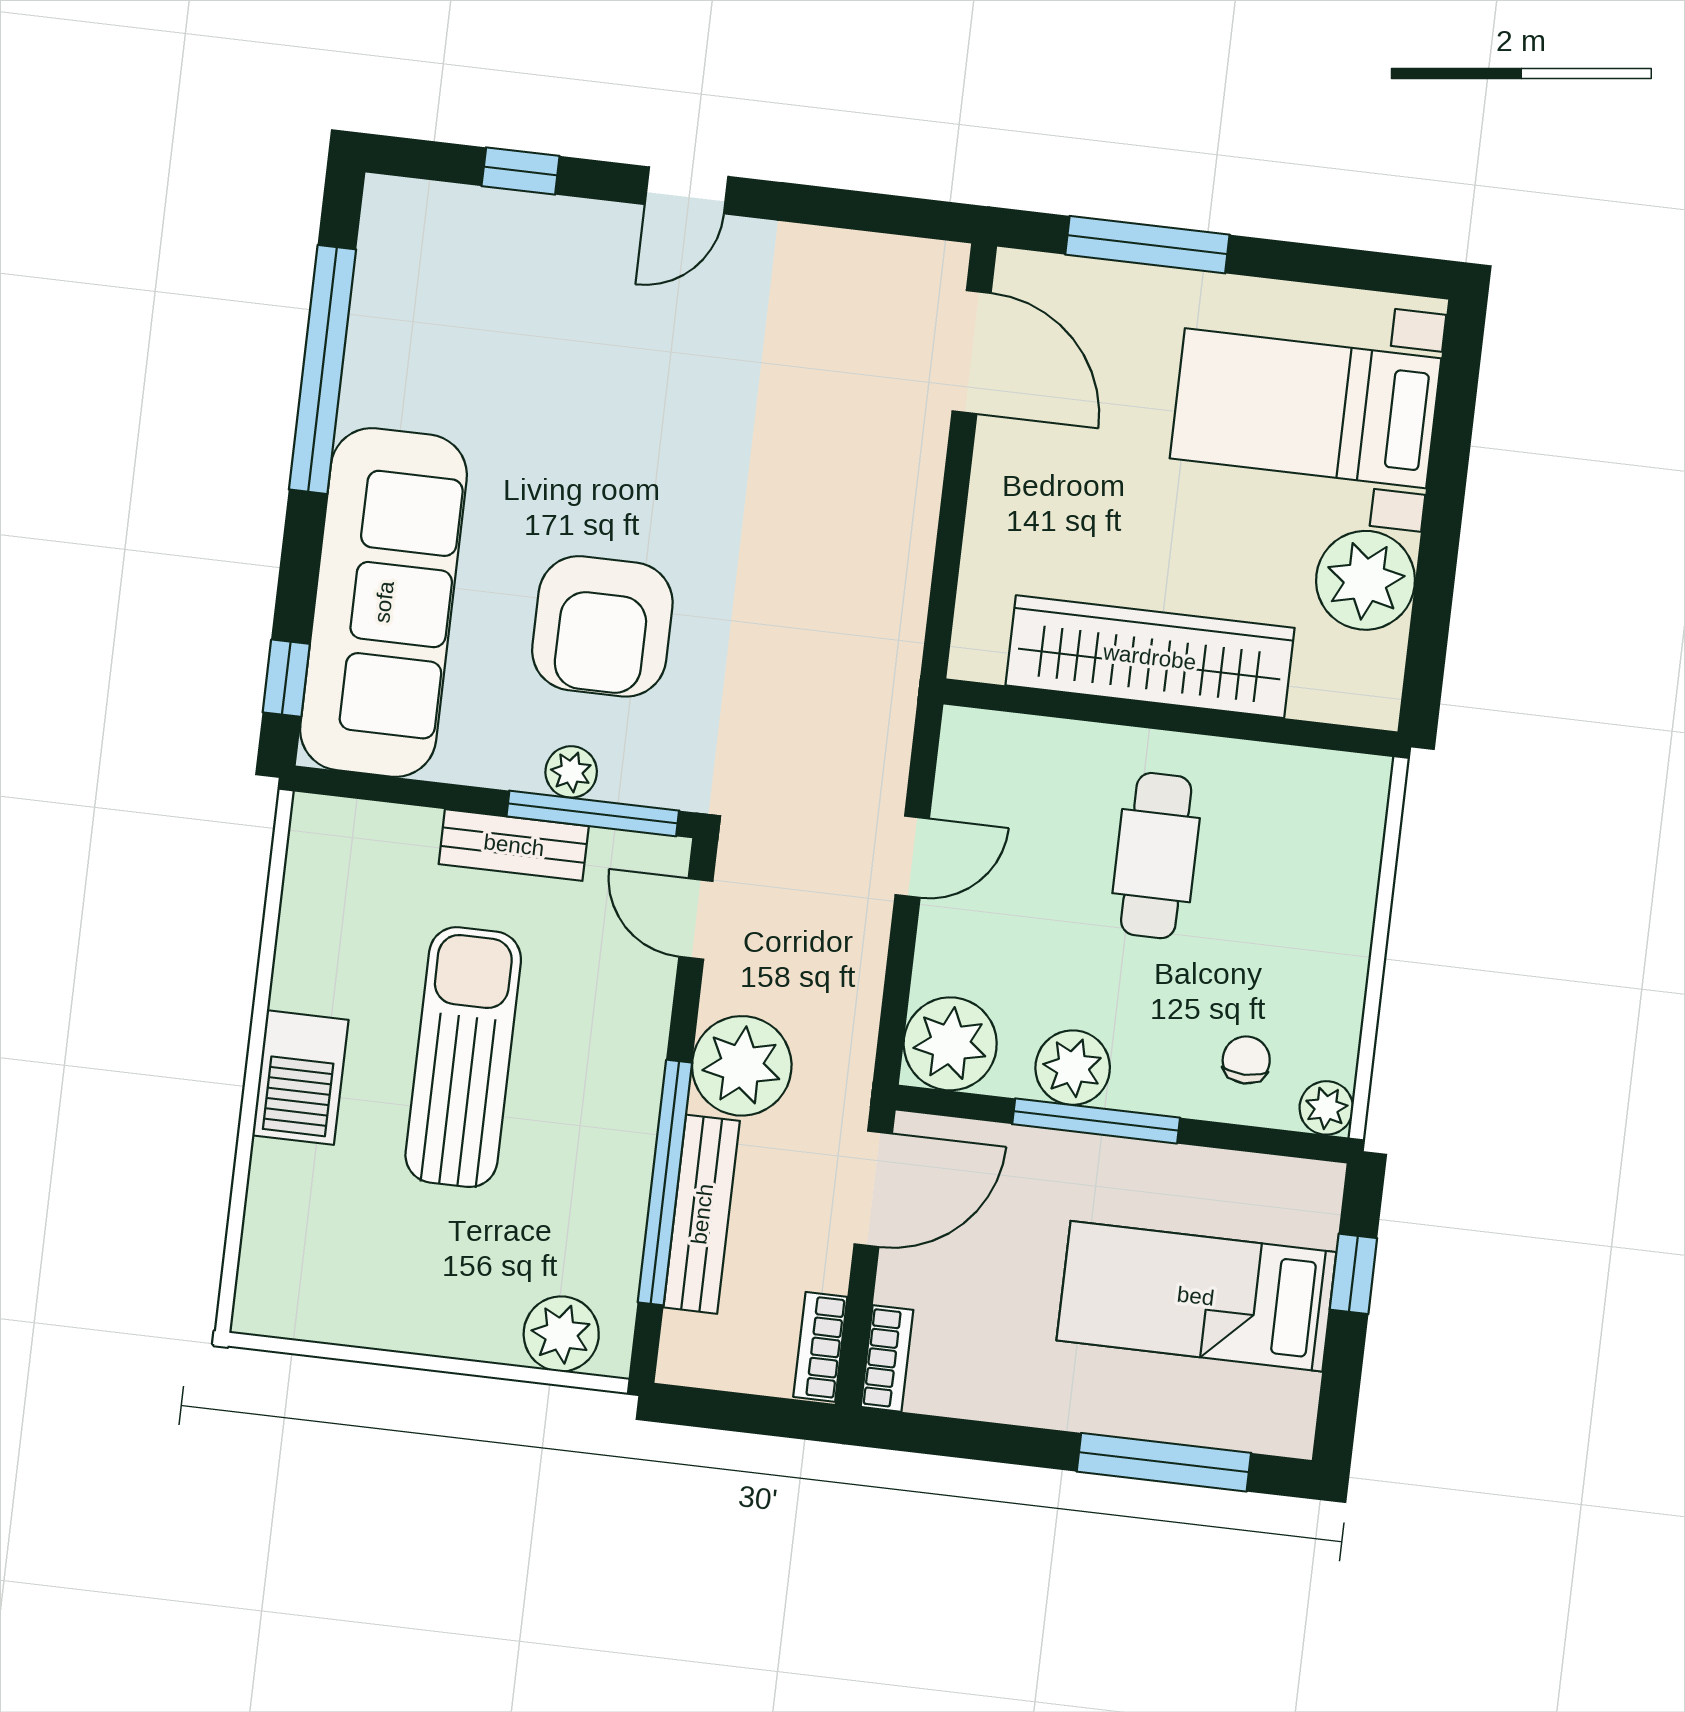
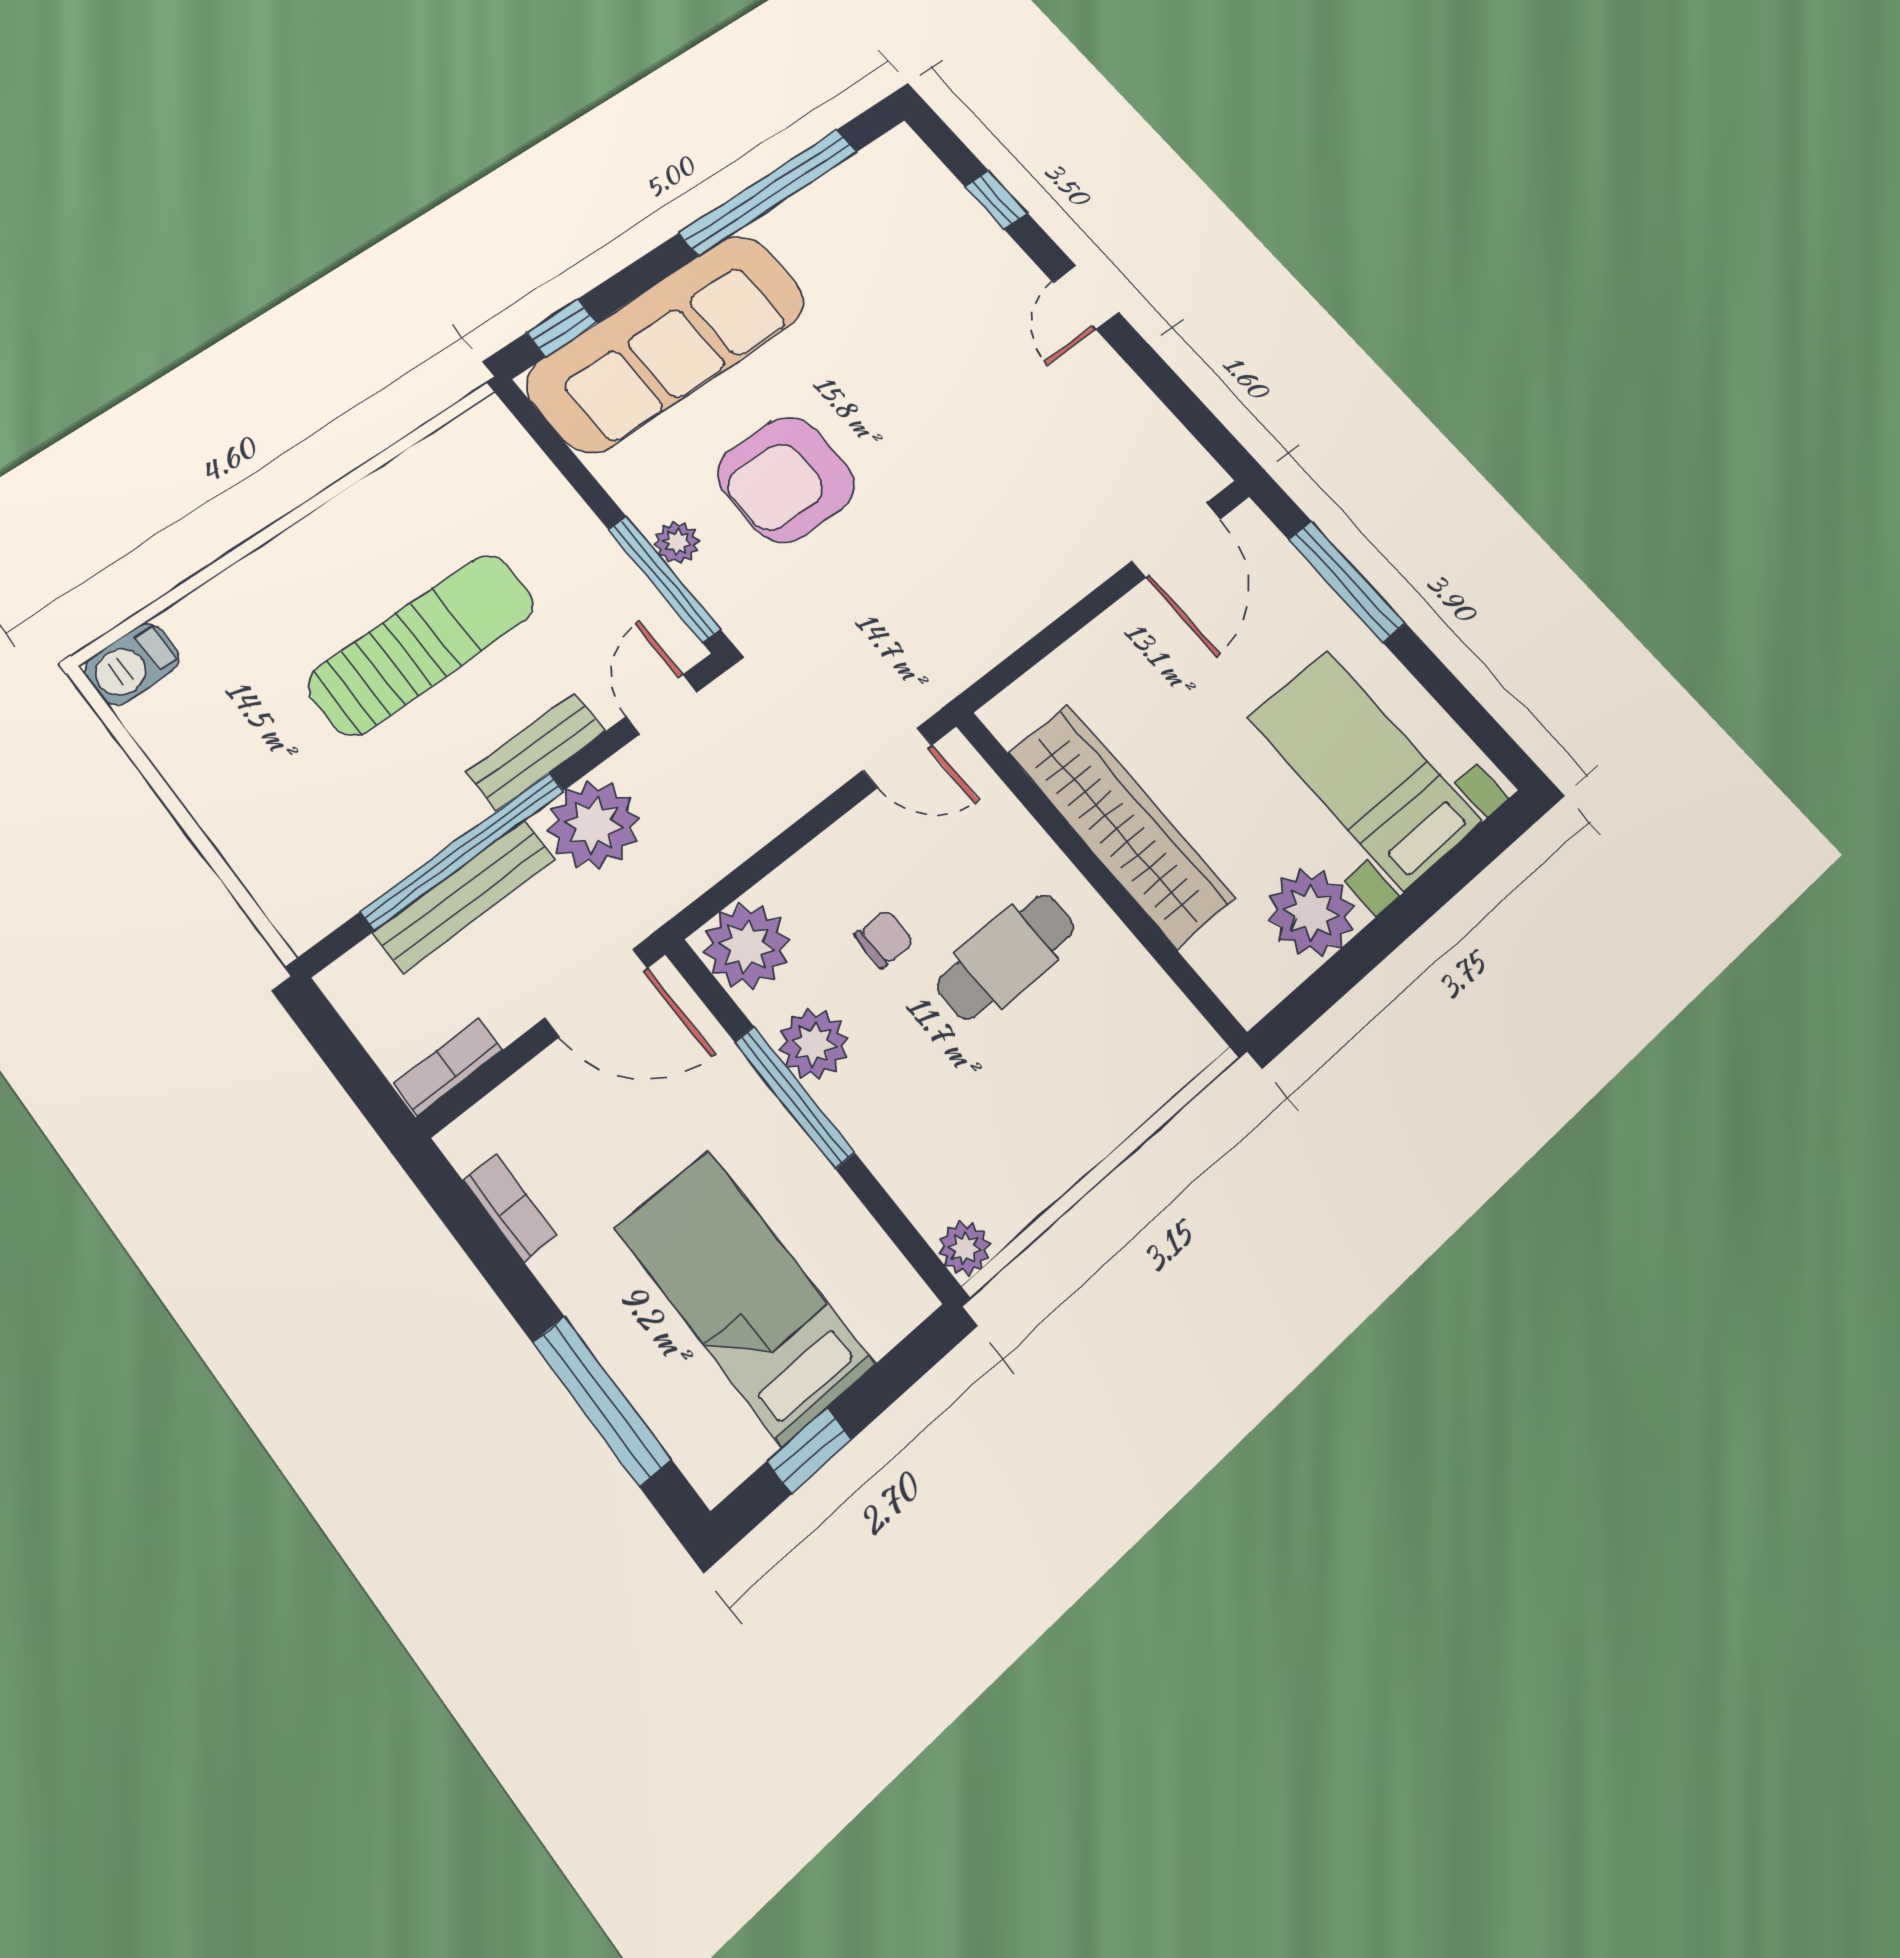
door: (686, 190) -> (1086, 297), hinge flipped
bench: (514, 845) -> (536, 751), moved, turned 90
door: (912, 857) -> (898, 758), moved
chair: (1246, 1060) -> (884, 939), moved
barbecue: (300, 1078) -> (132, 664), moved, width x0.73, depth x0.79
window: (1353, 1274) -> (809, 1450), moved
plant: (561, 1334) -> (287, 882), removed
bookcase: (887, 1358) -> (510, 1208), moved, turned -90

